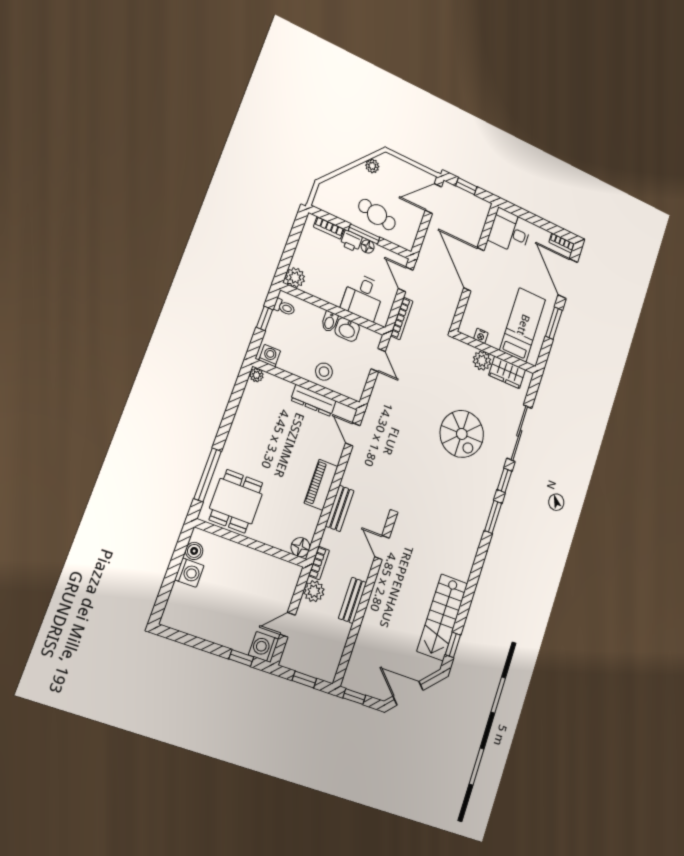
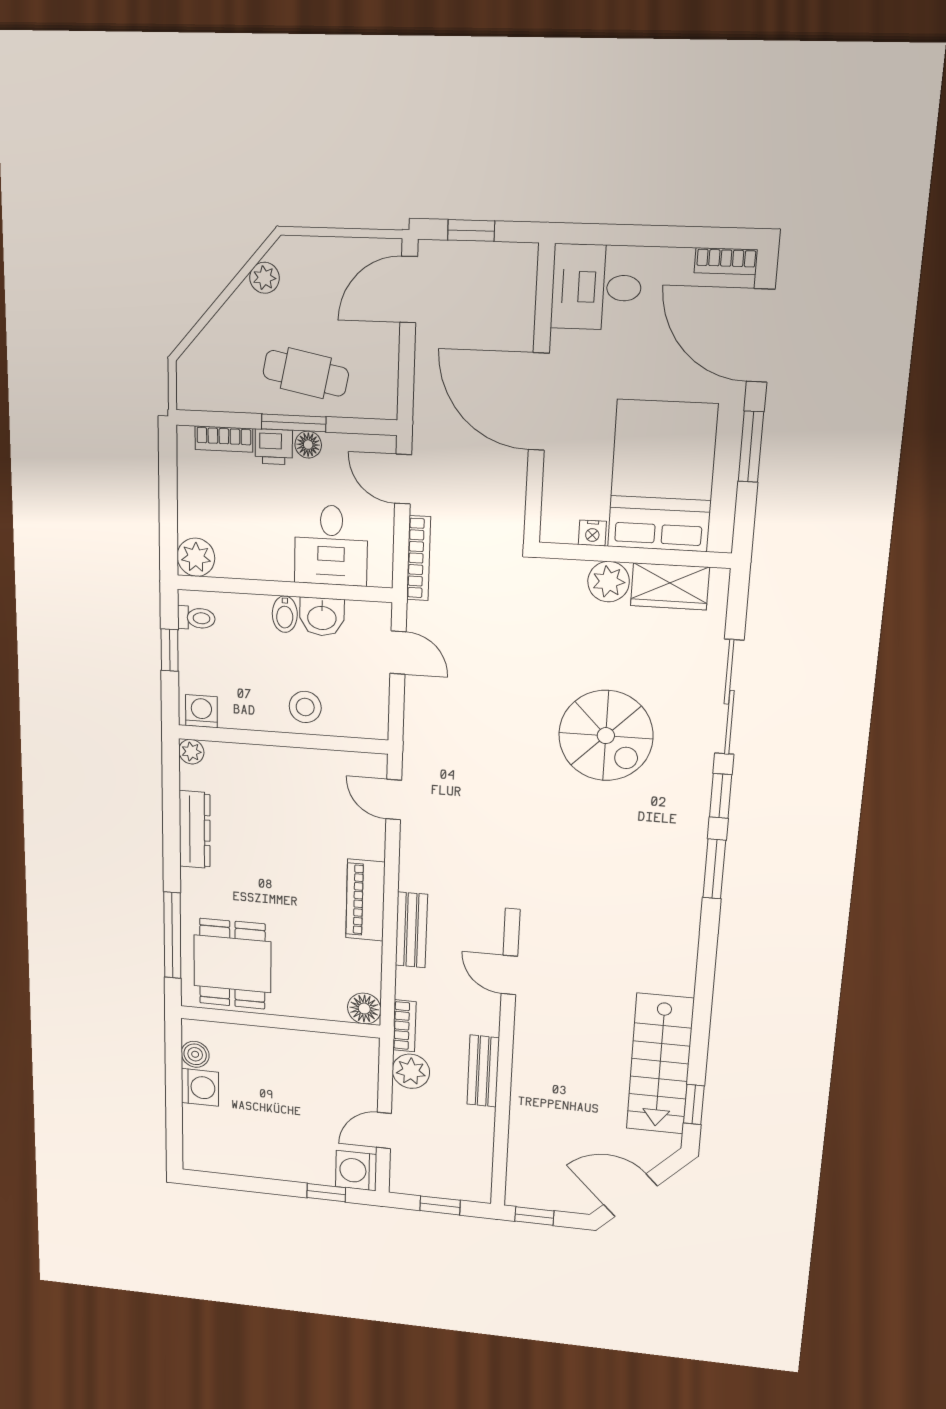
bed: (523, 325) -> (662, 476), width x1.50
dresser: (313, 400) -> (195, 830), moved, turned -90

